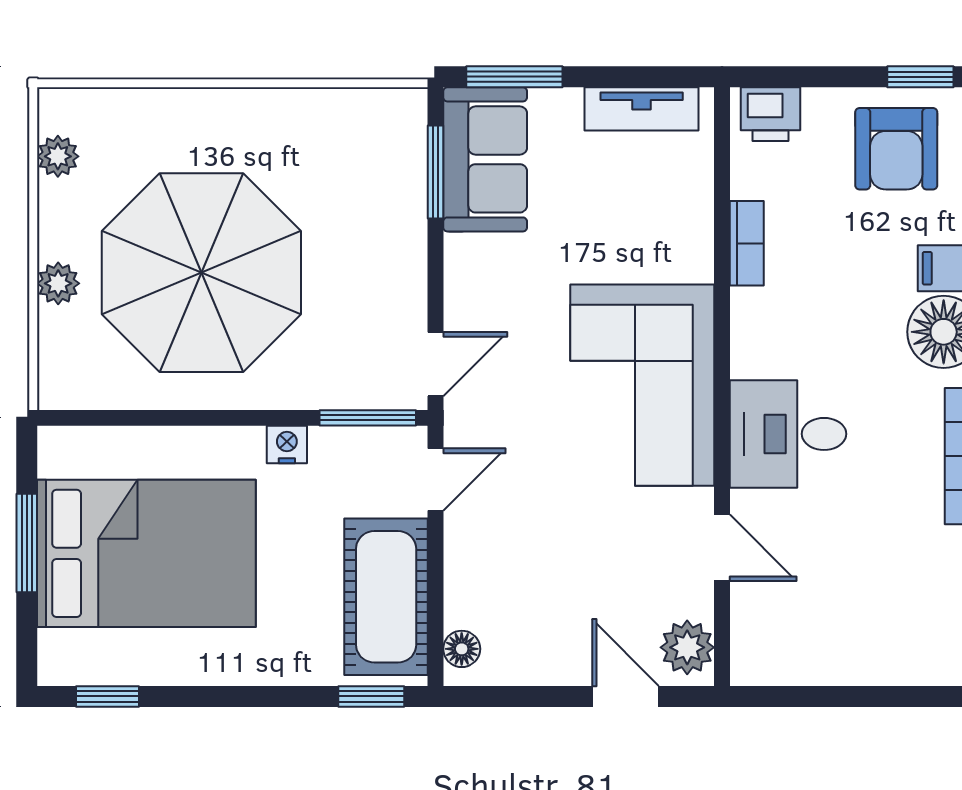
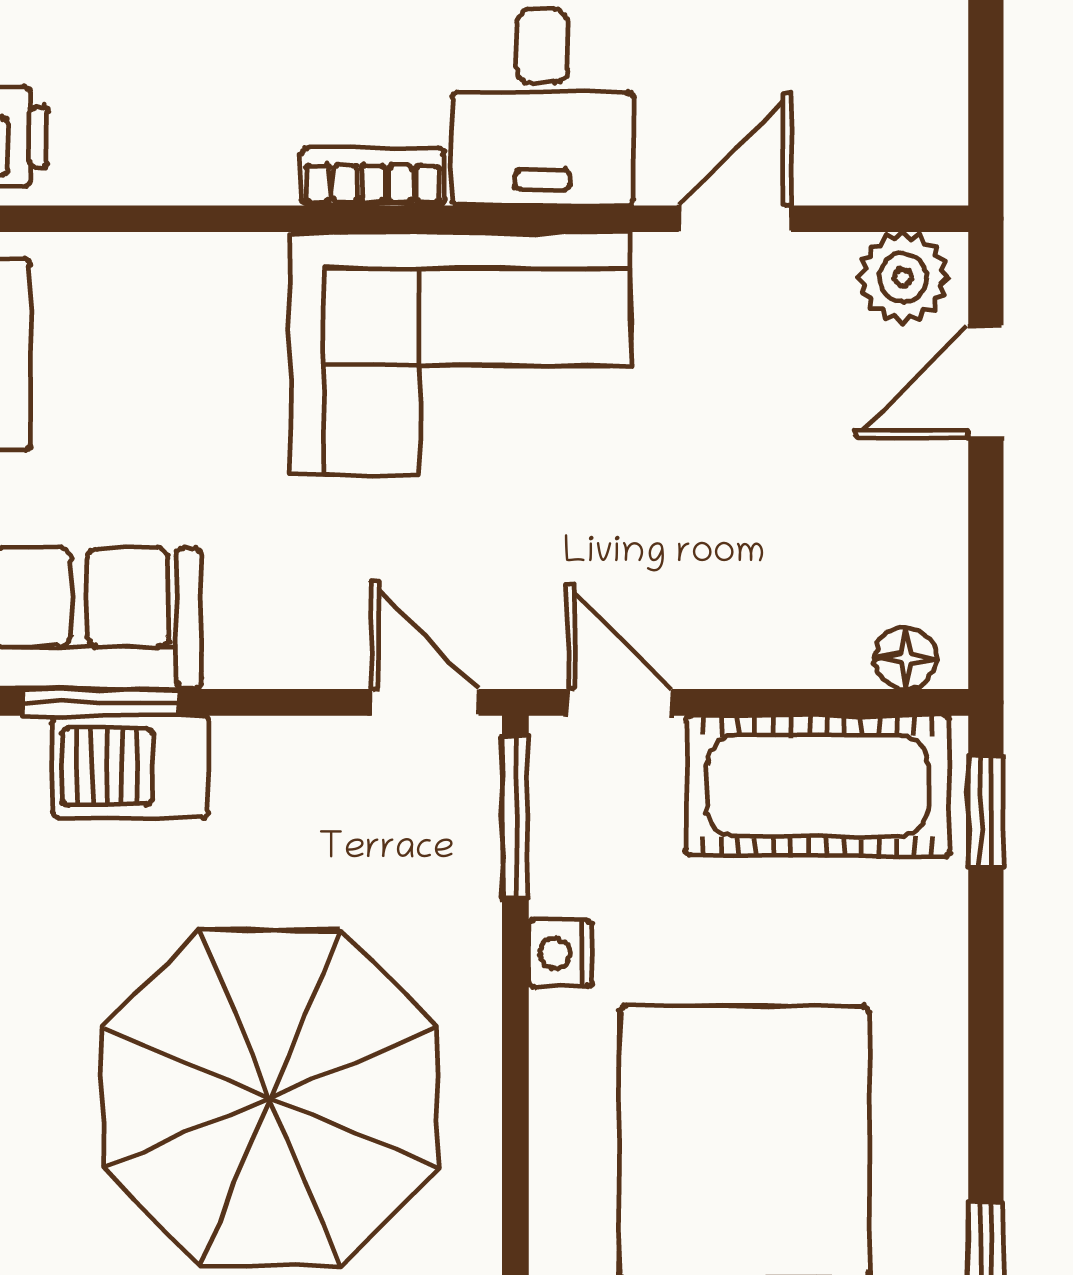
barbecue: (398, 190) -> (131, 766), added
bookcase: (747, 243) -> (373, 177), moved

